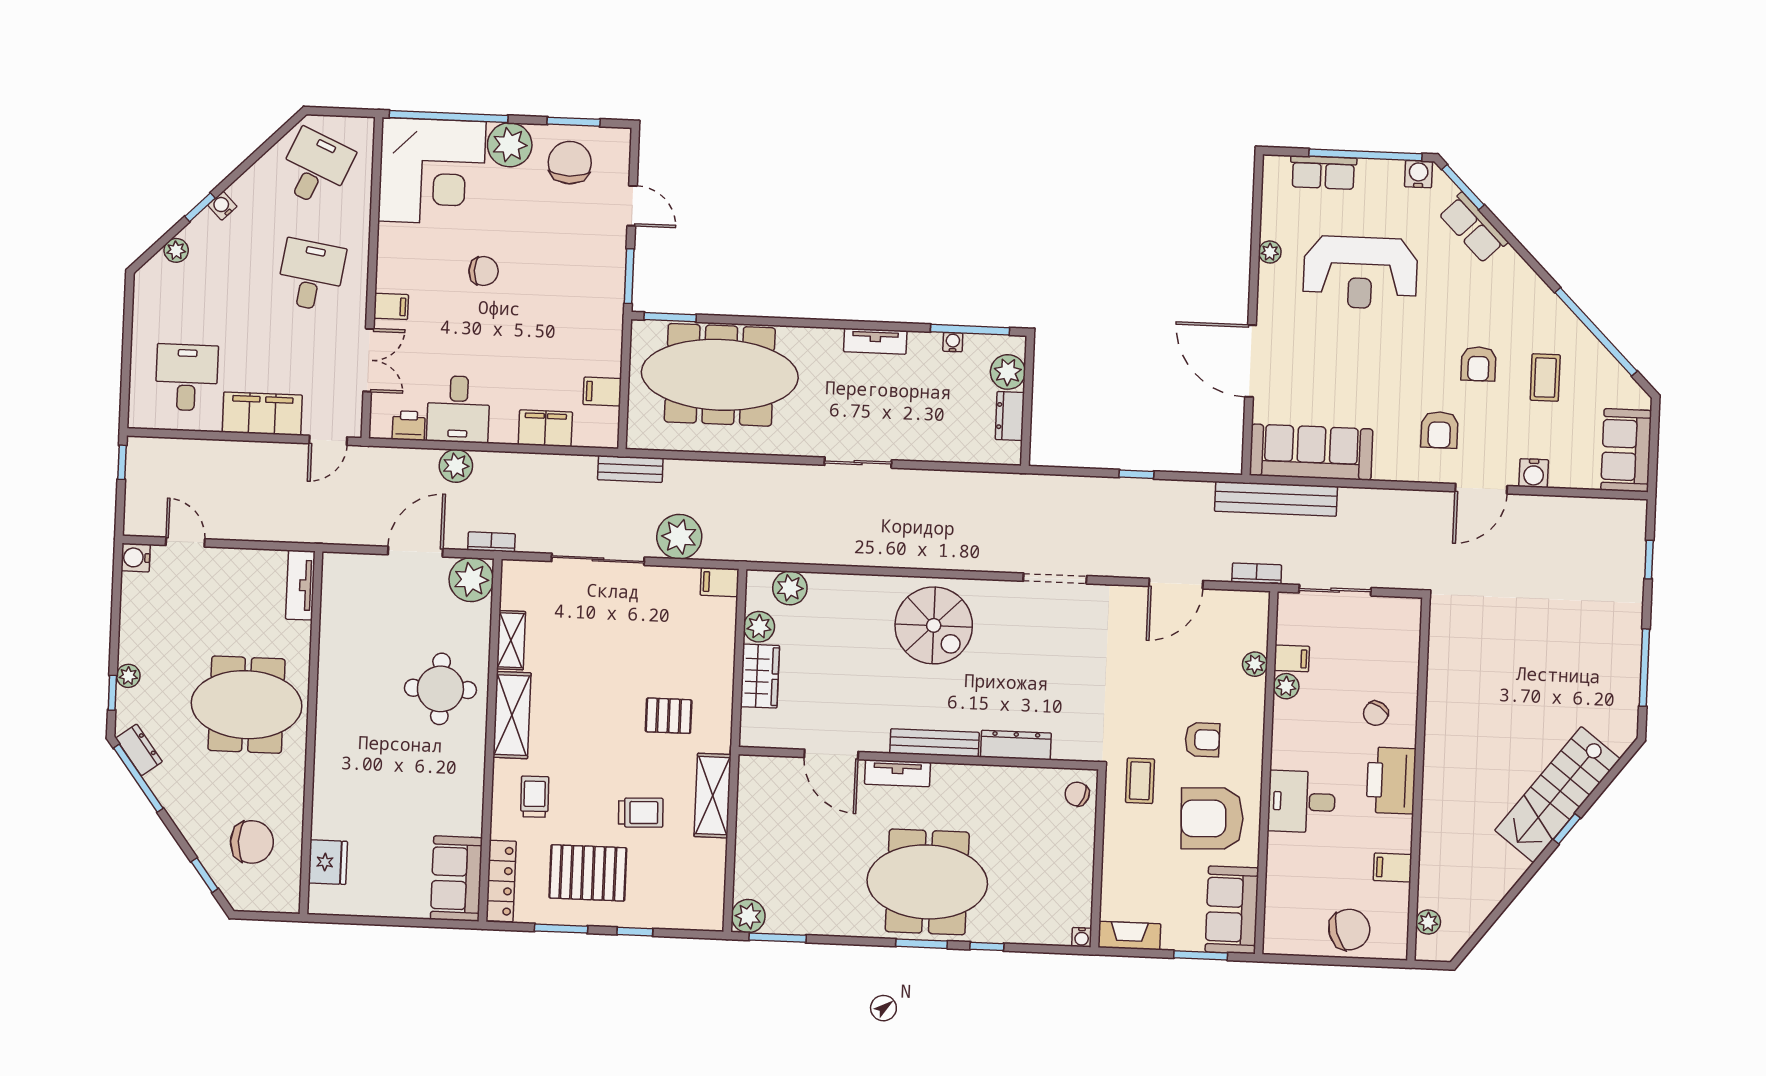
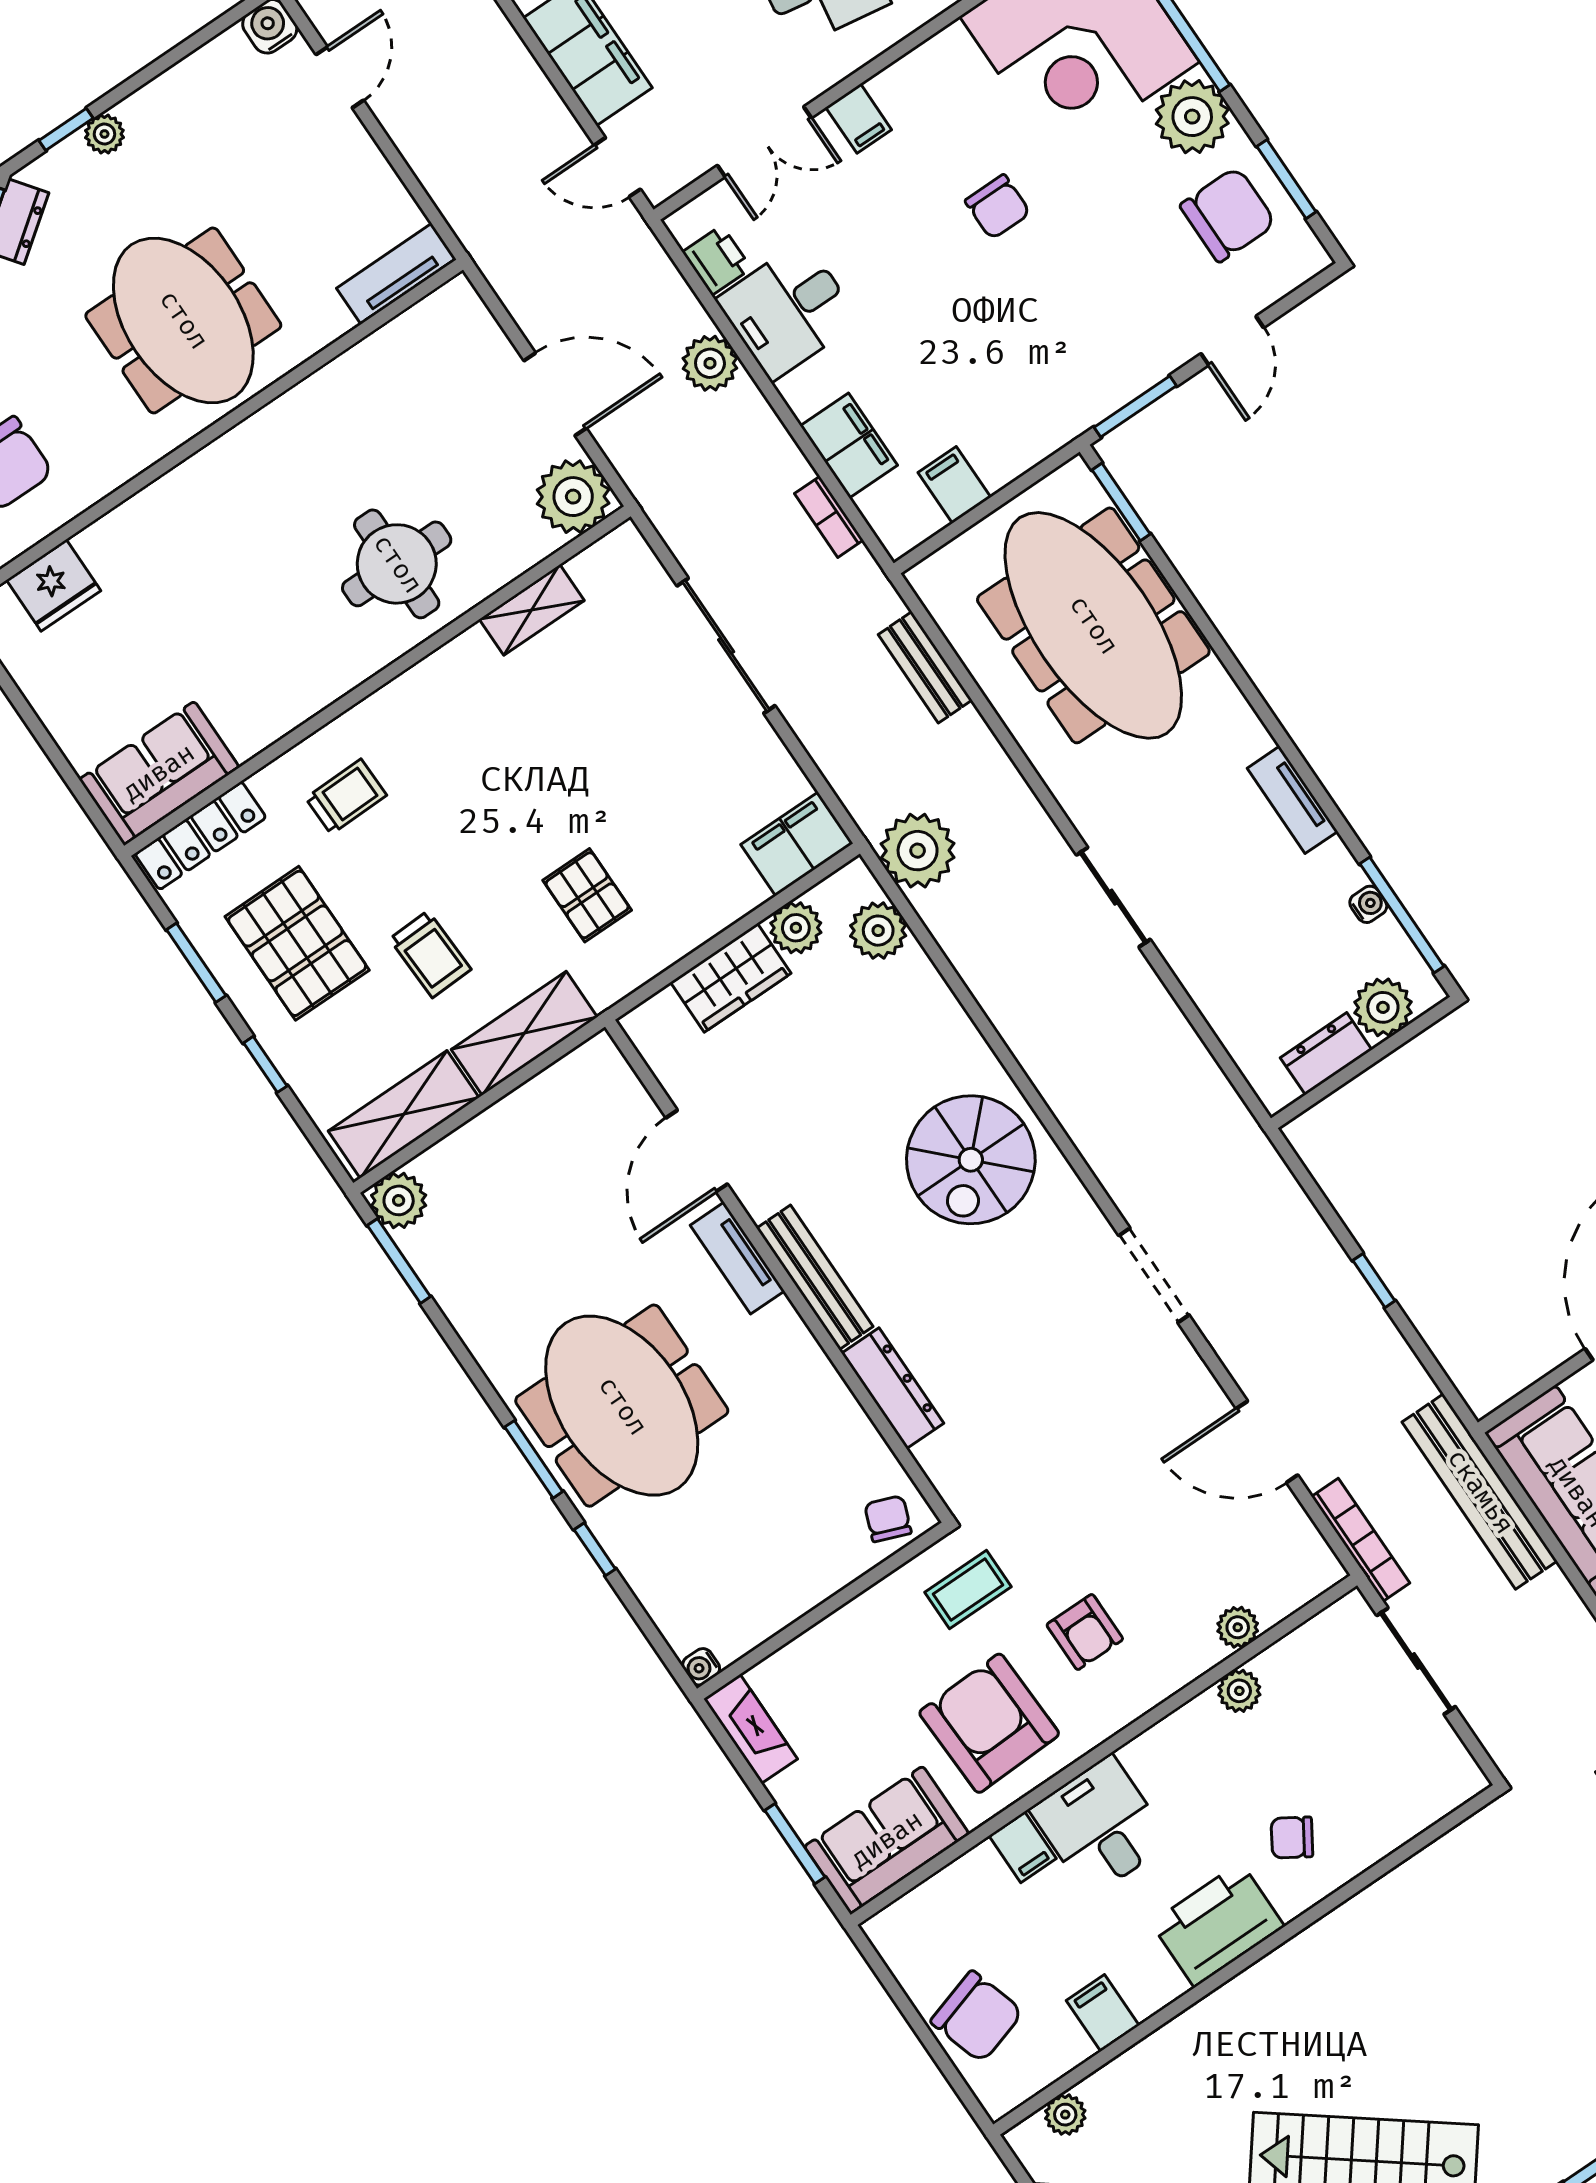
bench: (630, 469) -> (925, 667), moved
plant: (679, 537) -> (918, 851), moved
bookcase: (491, 542) -> (829, 517), moved, turned 180
bookcase: (1257, 574) -> (1361, 1540), width x1.56
filing cabinet: (720, 582) -> (797, 844), width x2.00
filing cabinet: (1292, 658) -> (1023, 1847), moved
shelving: (512, 715) -> (404, 1114), moved

